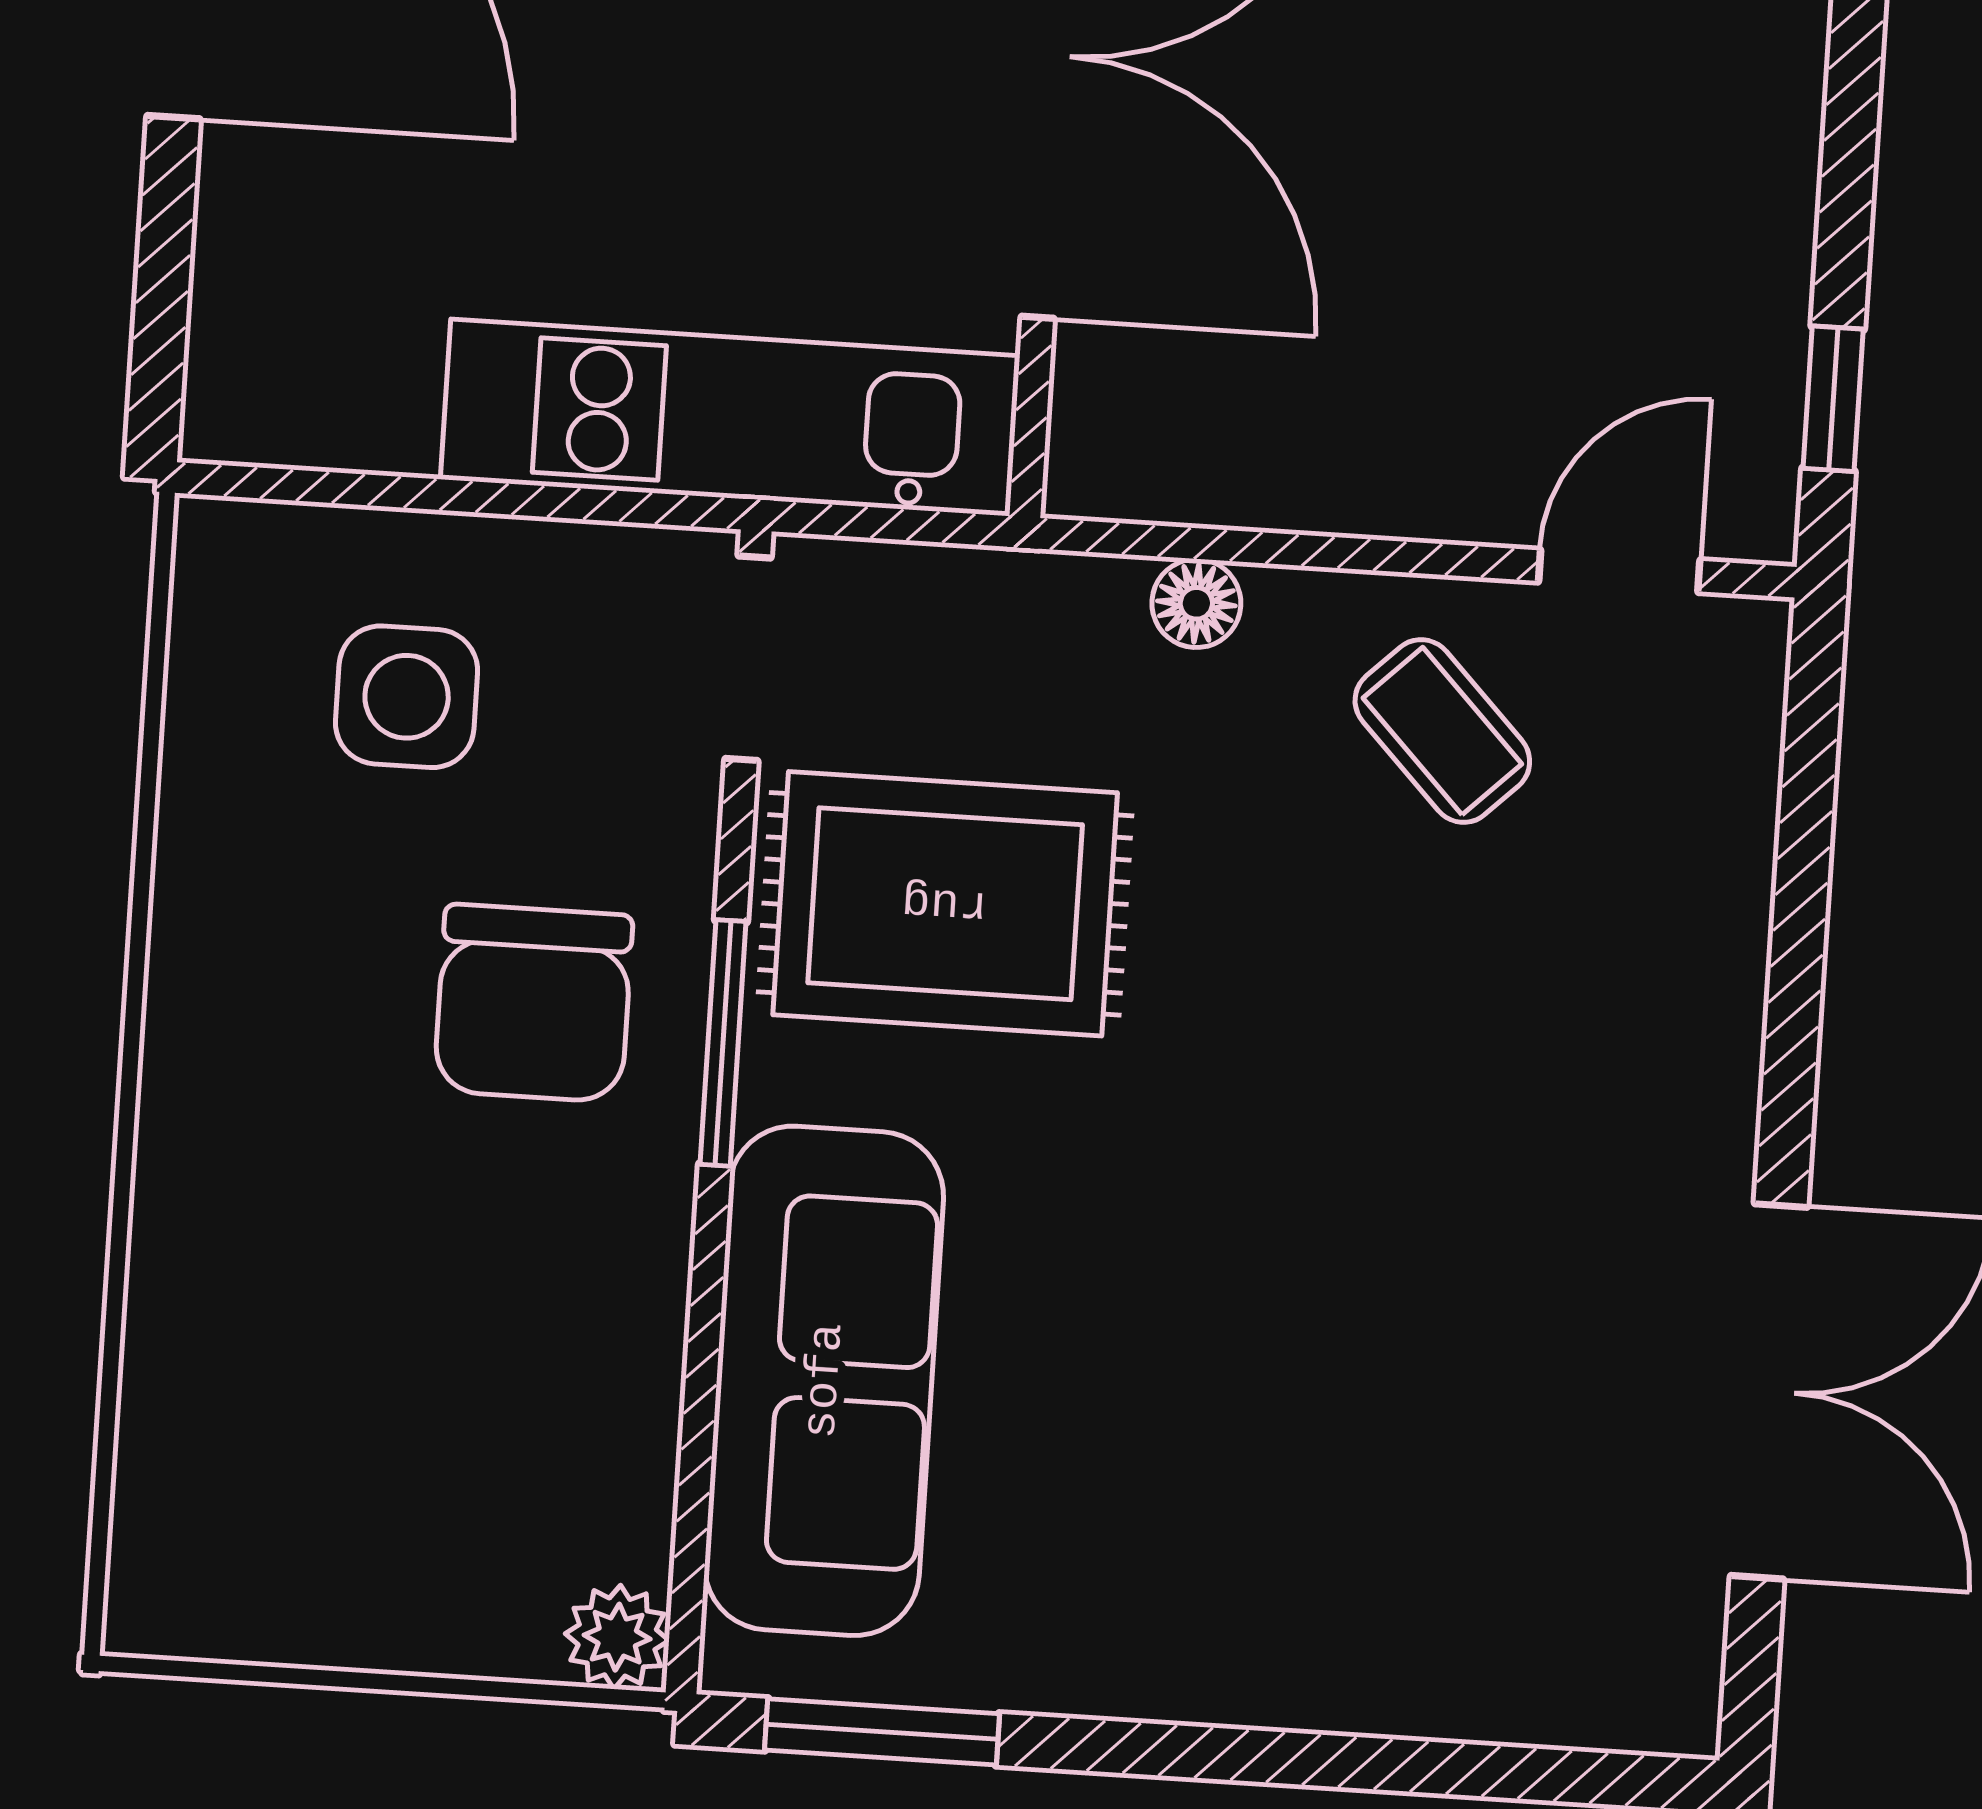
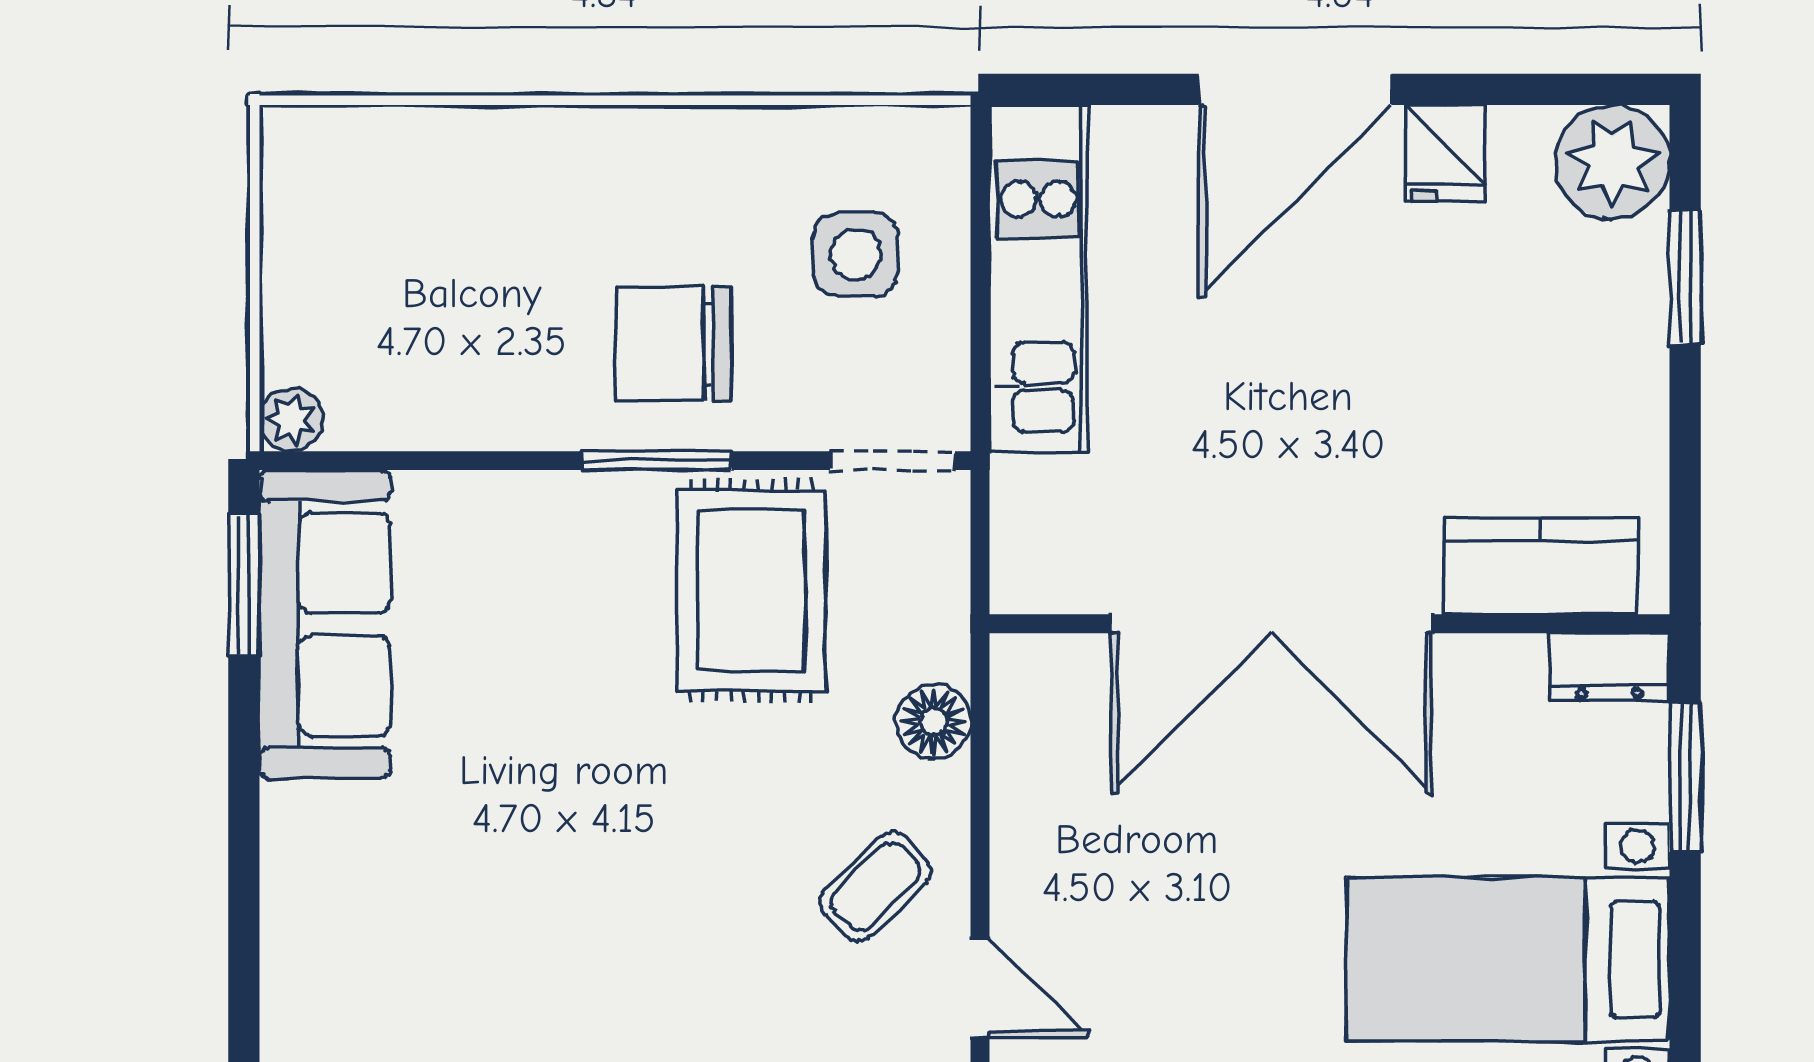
kitchen unit: (730, 418) -> (1038, 279), moved
floor lamp: (1196, 603) -> (934, 722), width x1.37, depth x1.37
sofa: (824, 1381) -> (325, 624), moved, turned -90

